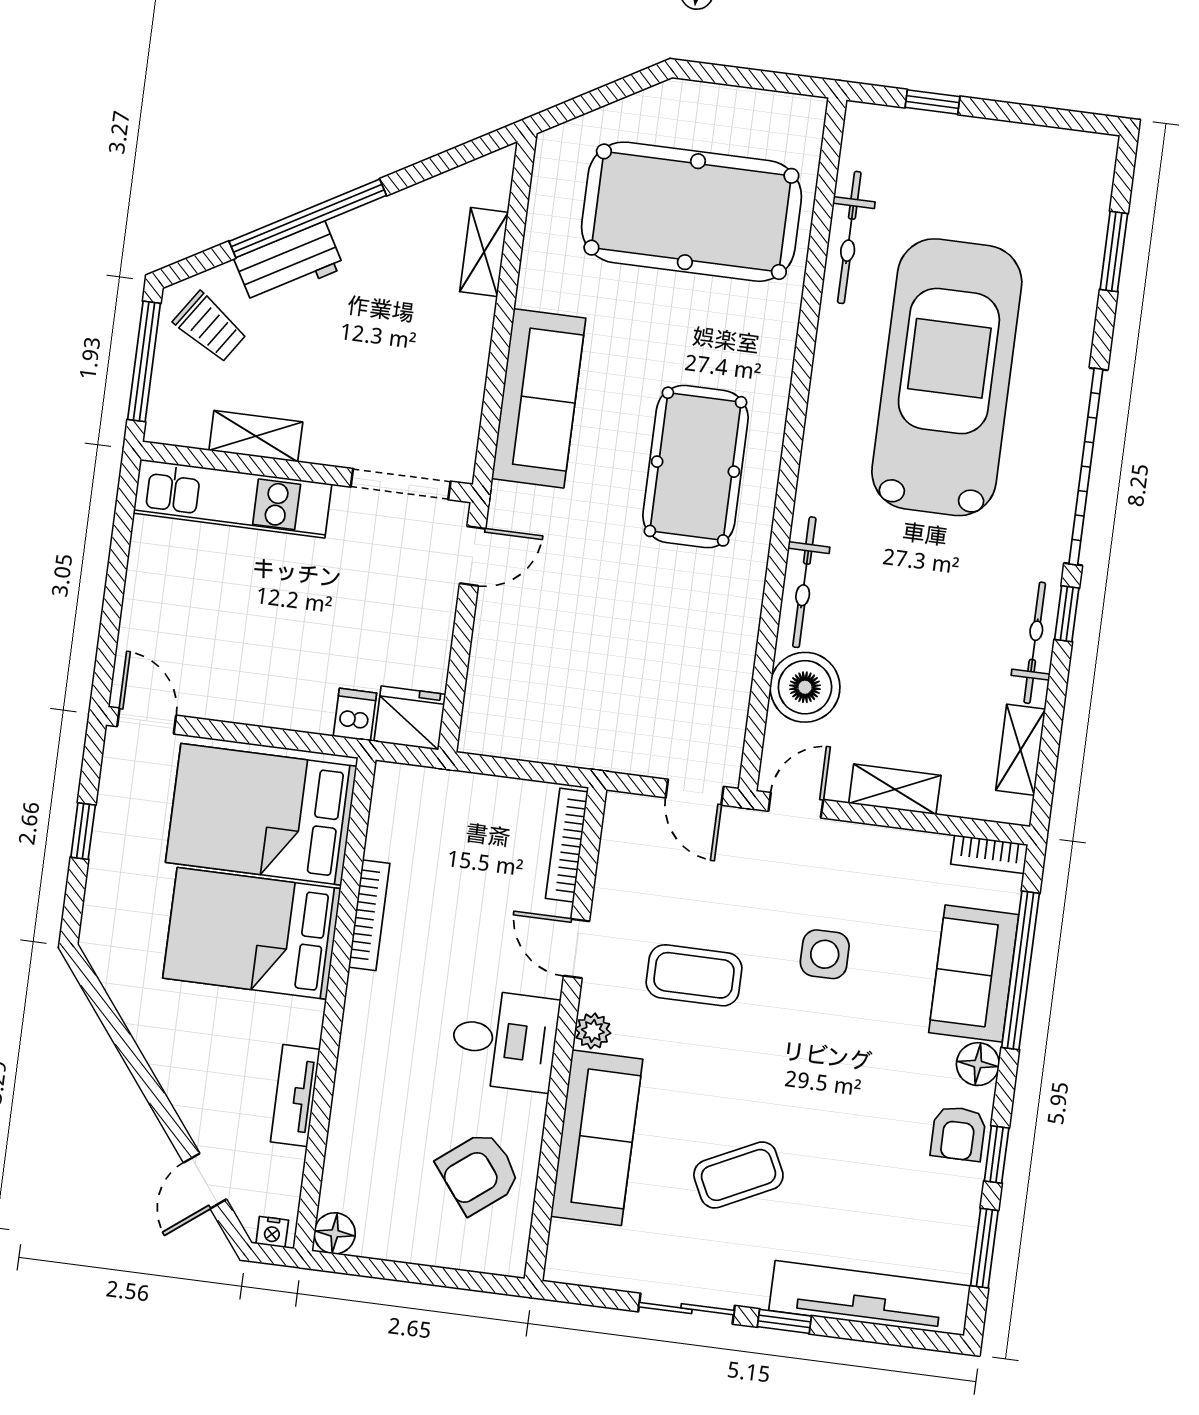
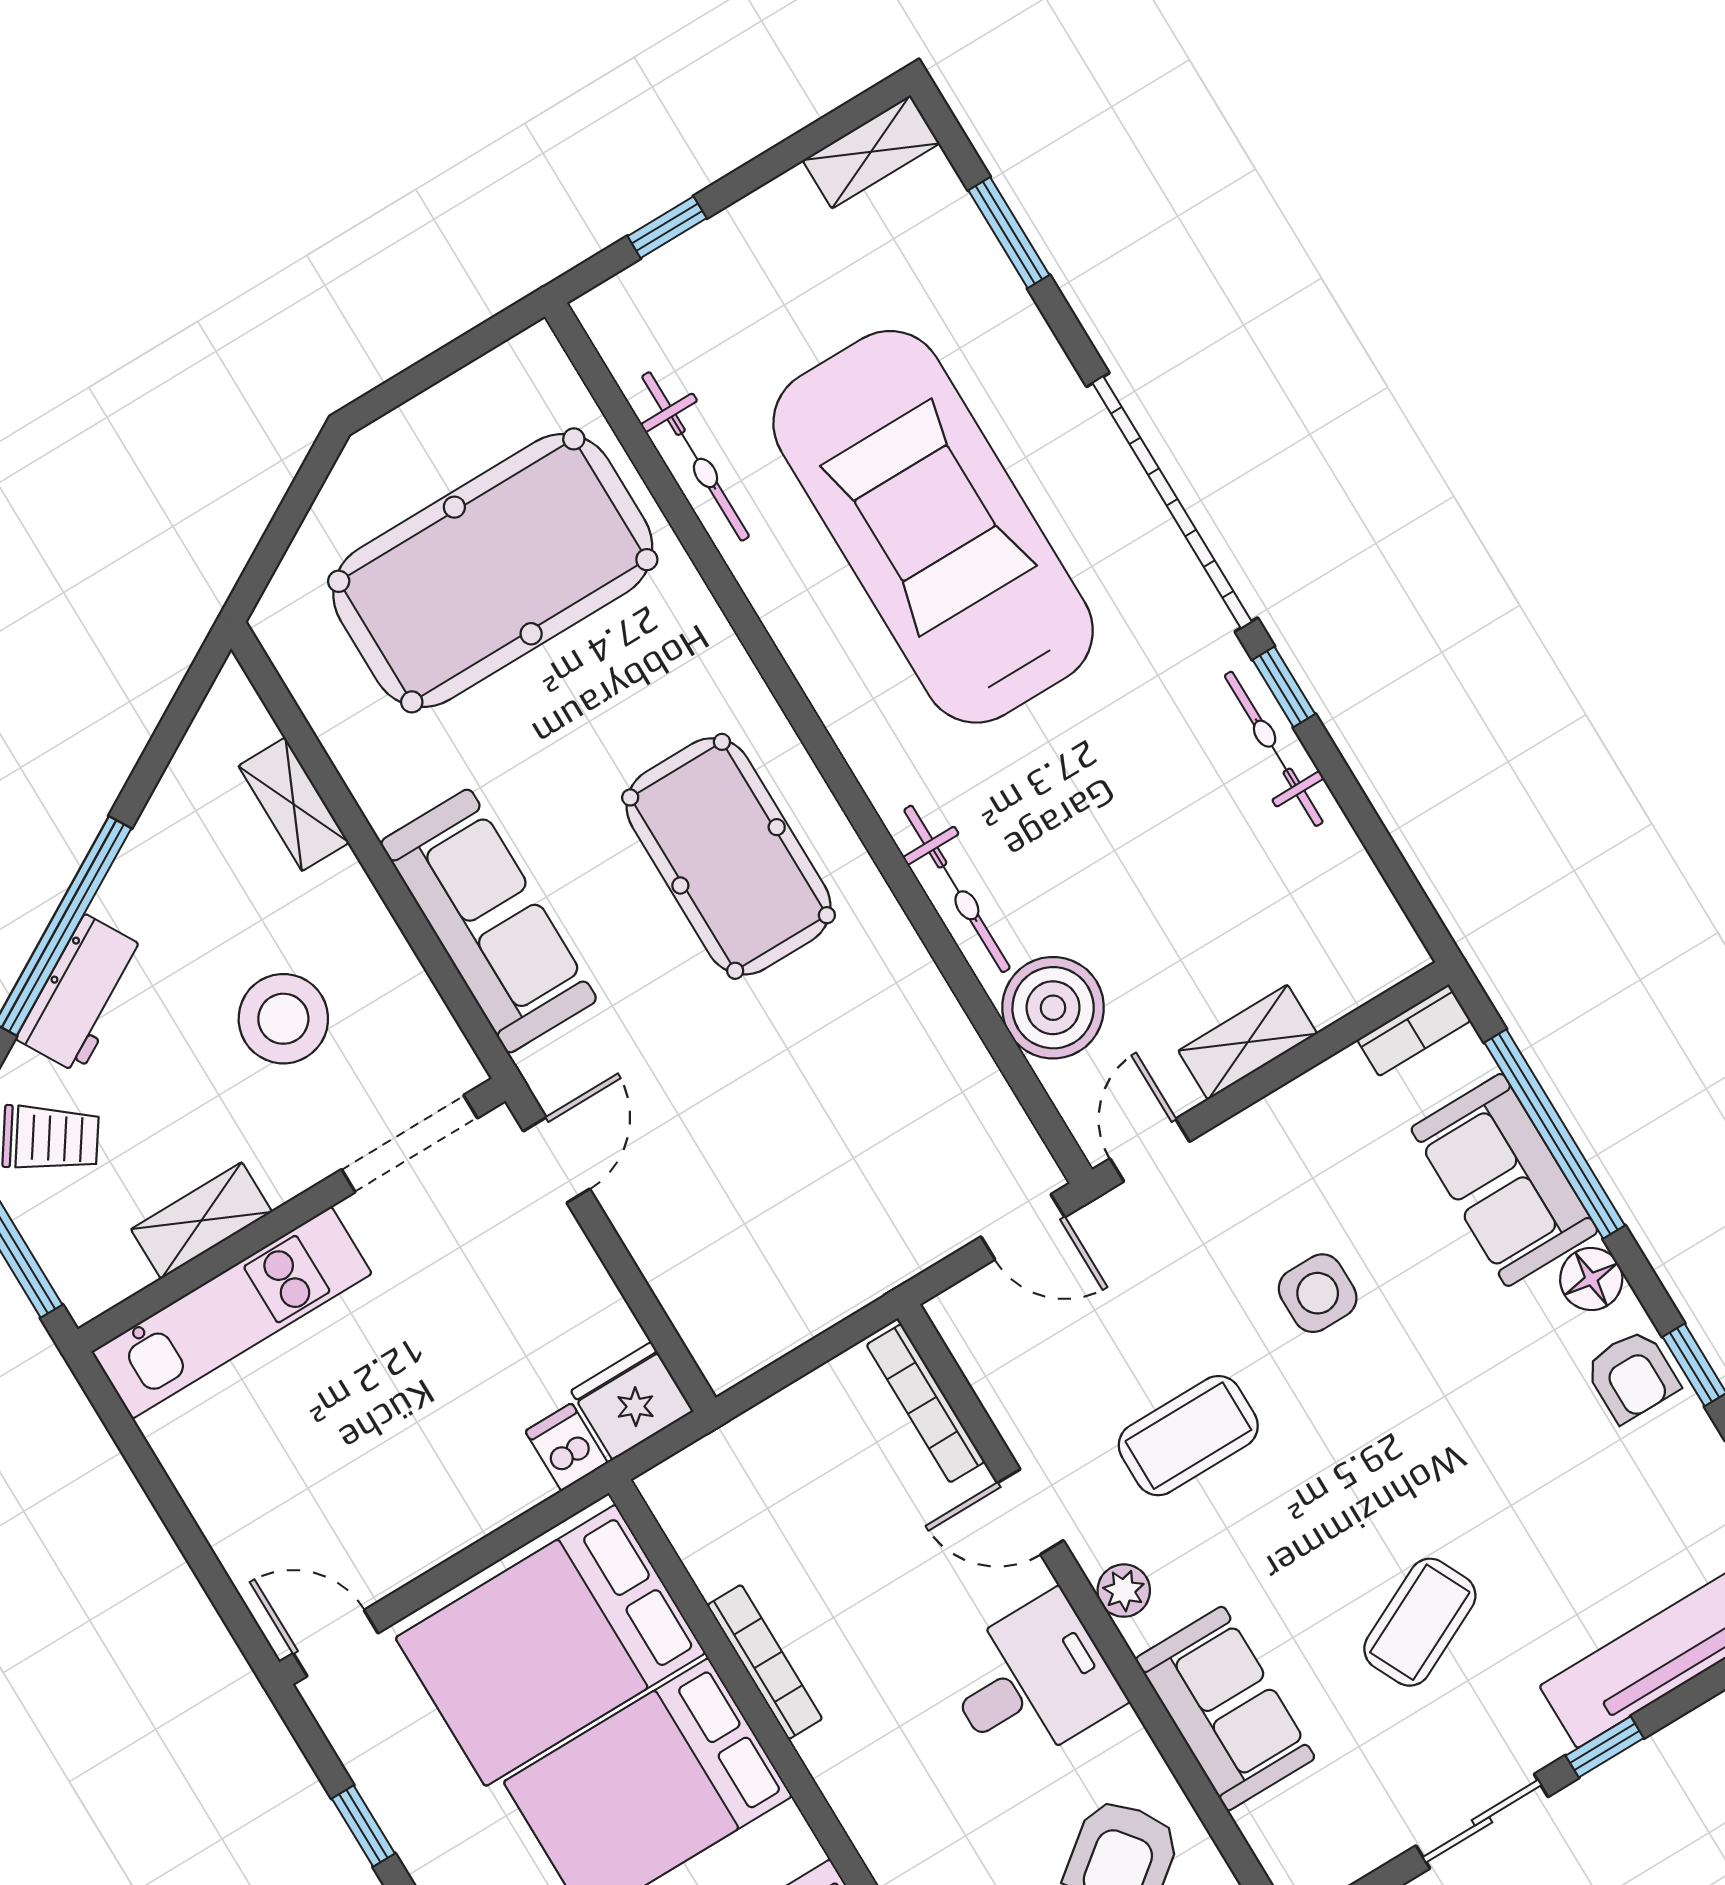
stool: (386, 363) -> (283, 1019), added
shelving: (1021, 750) -> (871, 152), moved, turned 90
sofa: (597, 1138) -> (1225, 1708), width x0.73

